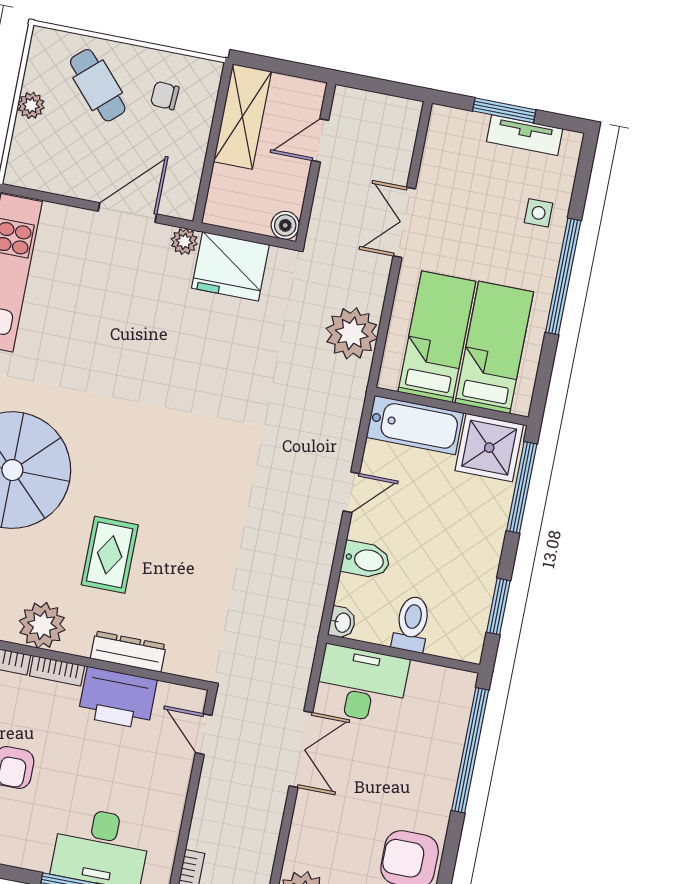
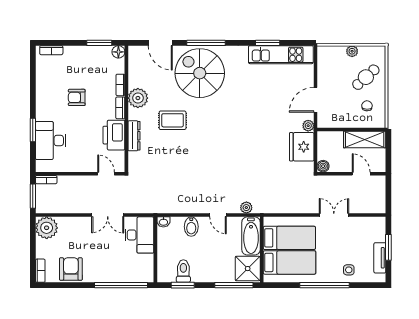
door: (127, 213) -> (316, 100), swing flipped
plant: (352, 333) -> (246, 208), moved, width x0.53, depth x0.53
toilet: (412, 624) -> (183, 271), moved, turned -90
door: (204, 734) -> (106, 174), hinge flipped

